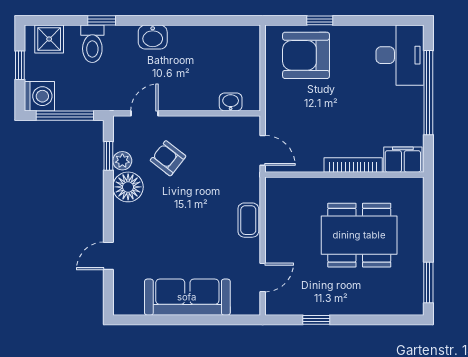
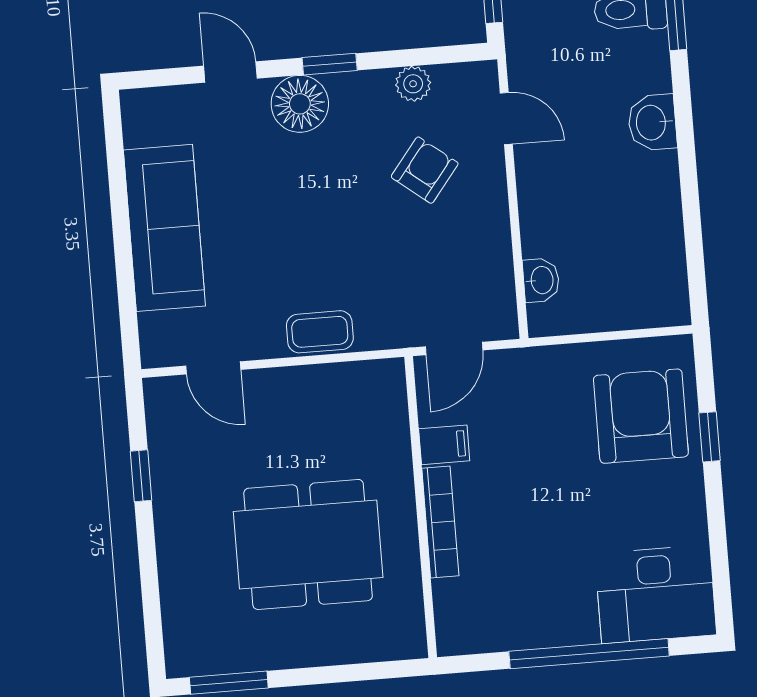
window: (108, 156) -> (330, 64), moved
filing cabinet: (403, 160) -> (444, 445), moved, width x0.50
floor lamp: (128, 187) -> (300, 104), moved
dining table: (359, 235) -> (308, 544), turned 90

